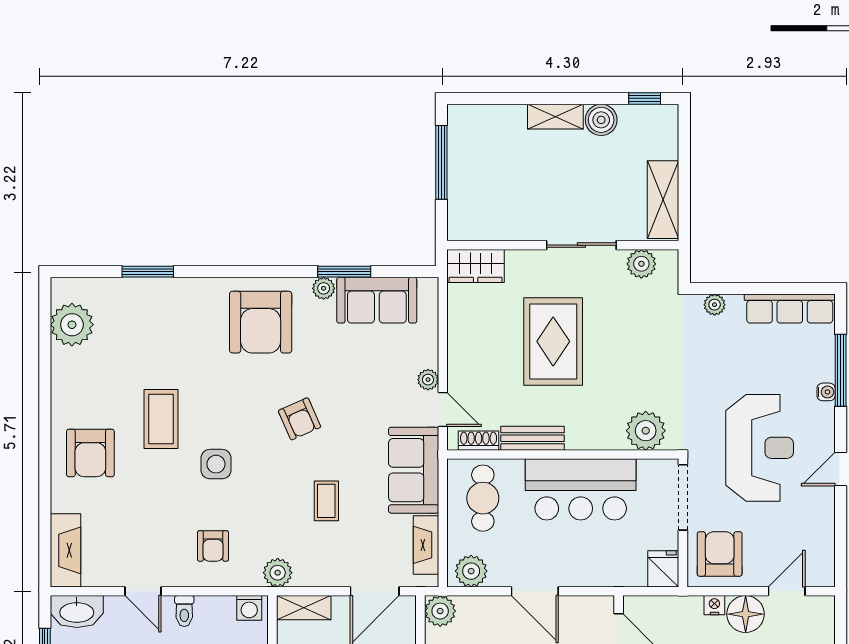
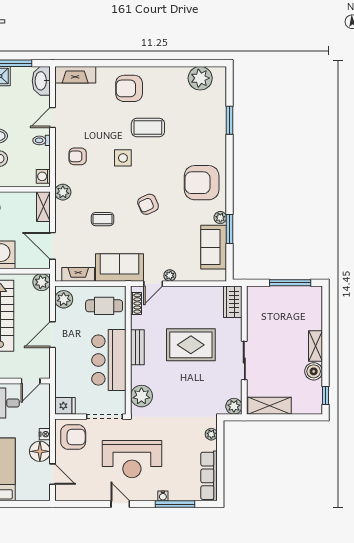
plant: (641, 264) -> (234, 406), moved
bench: (533, 438) -> (137, 347), moved

